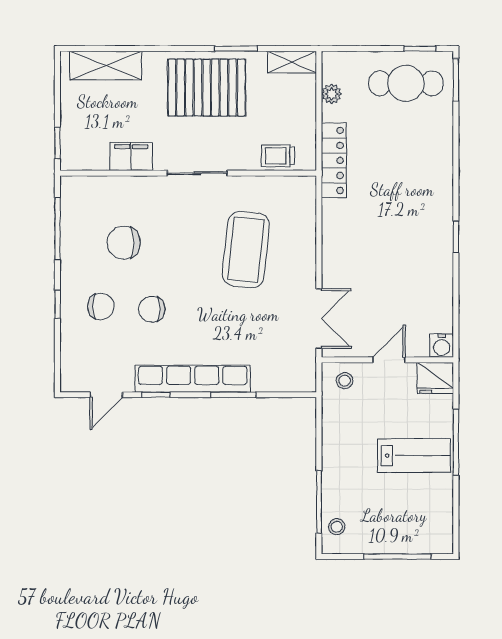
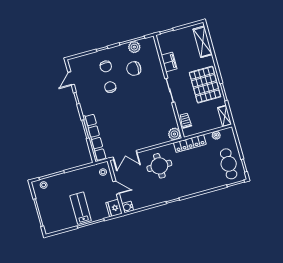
plant: (302, 190) -> (174, 134), added
plant: (74, 228) -> (134, 47), added
chair: (124, 243) -> (134, 69), turned -90
round table: (366, 246) -> (159, 166), added
coffee table: (246, 250) -> (145, 118), removed
row of seats: (193, 379) -> (94, 138), moved
door: (106, 395) -> (71, 78), hinge flipped
lab bench: (414, 456) -> (81, 208), turned 180

